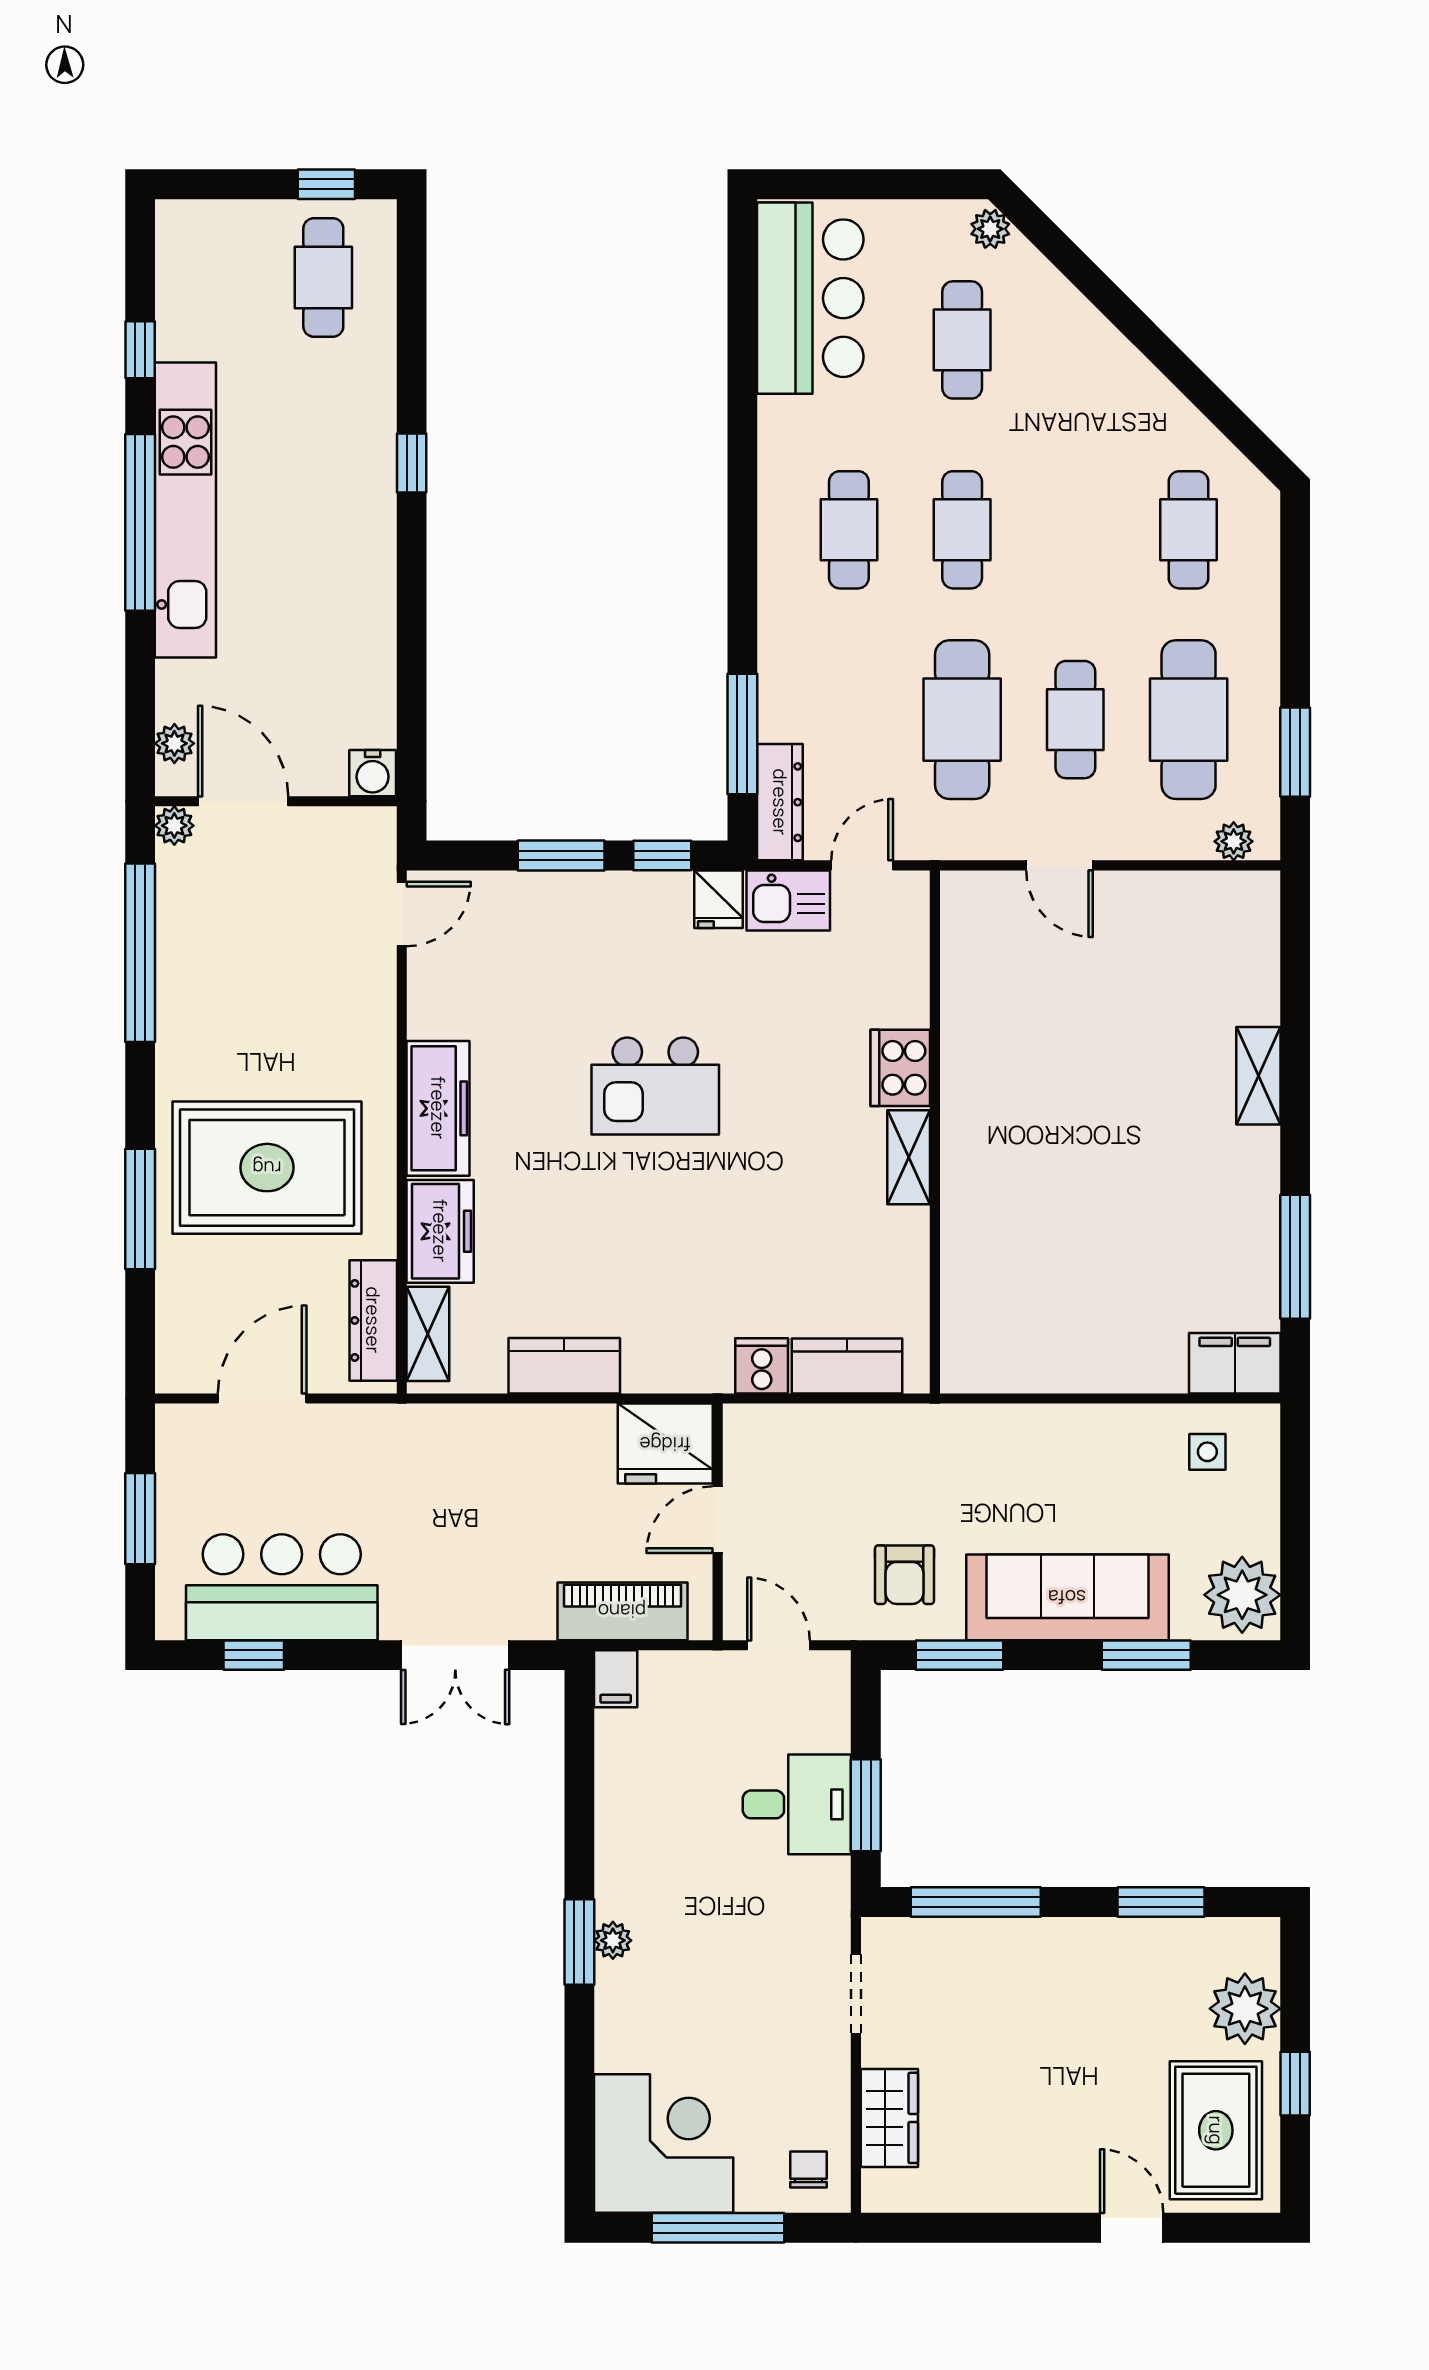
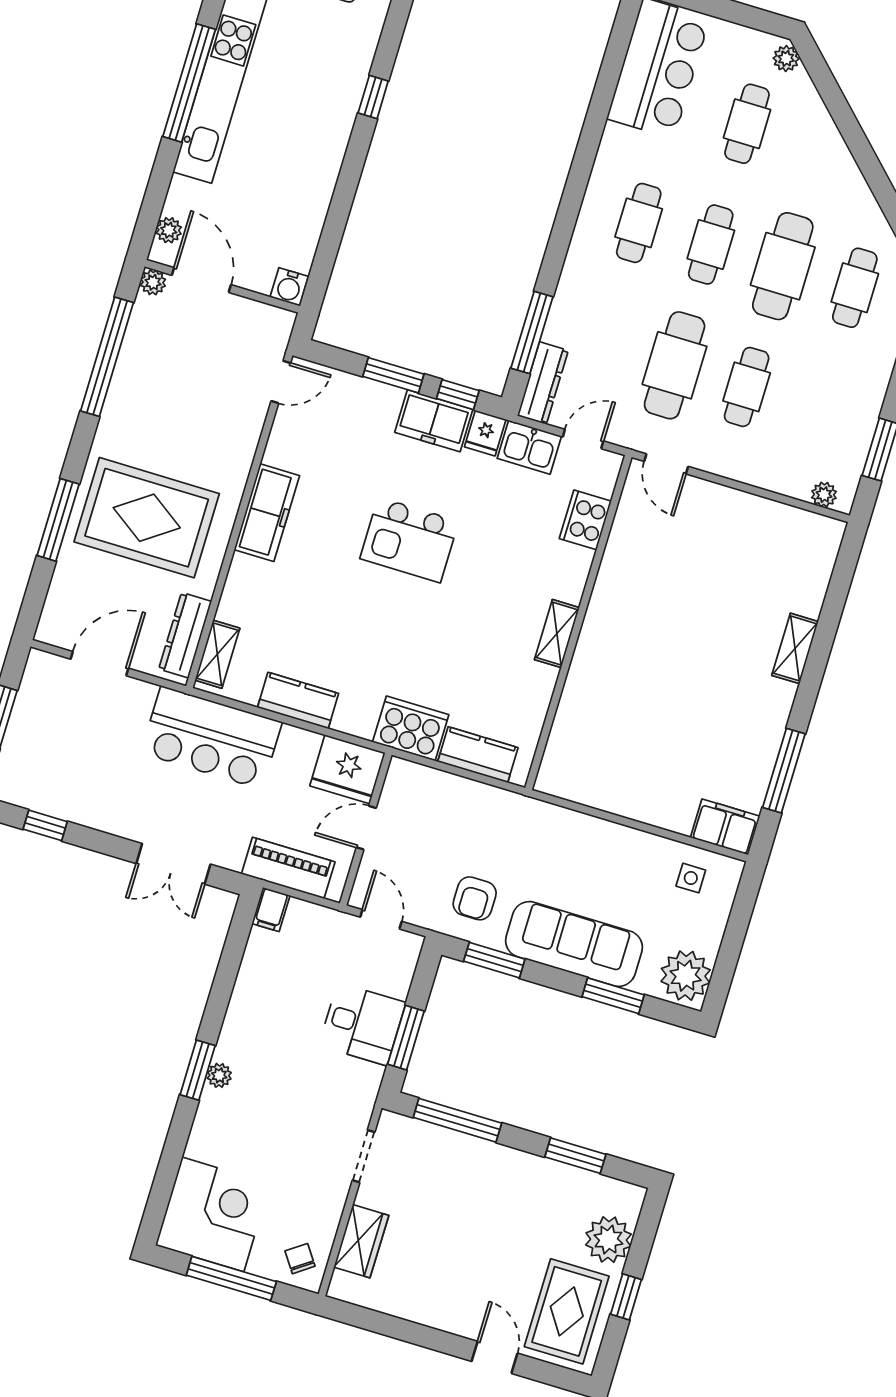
cafe table: (1189, 720) -> (783, 266), moved
door: (1059, 865) -> (666, 464), moved
cooker: (900, 1068) -> (585, 520), moved
freezer: (440, 1231) -> (434, 421), moved, turned 90
cooker: (762, 1366) -> (411, 728), width x1.87, depth x1.31
bar counter: (282, 1587) -> (212, 738), moved, turned 180
chair: (809, 2170) -> (300, 1259), turned -35

